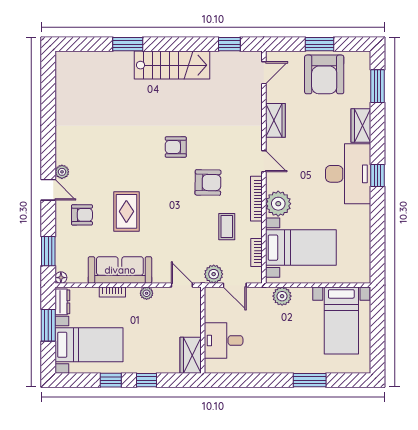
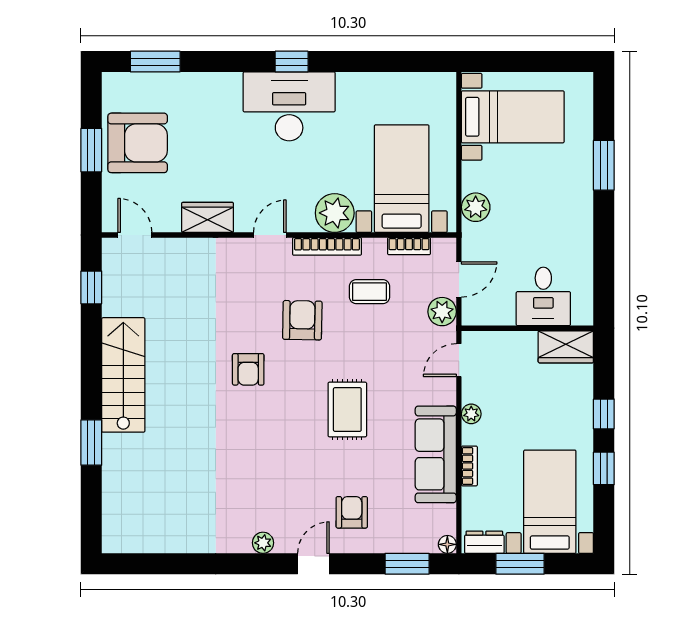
wardrobe: (361, 125) -> (215, 87), removed
plant: (62, 172) -> (263, 543), moved
rug: (126, 211) -> (347, 409), moved, turned 90

